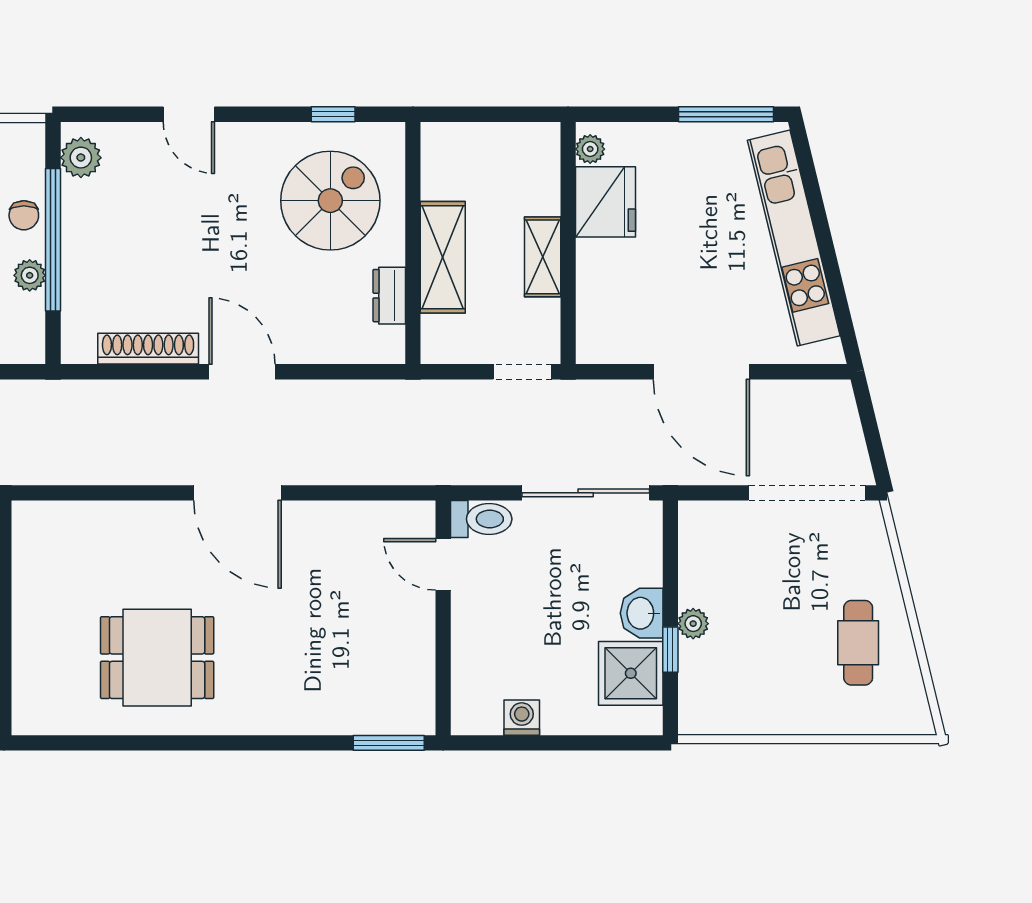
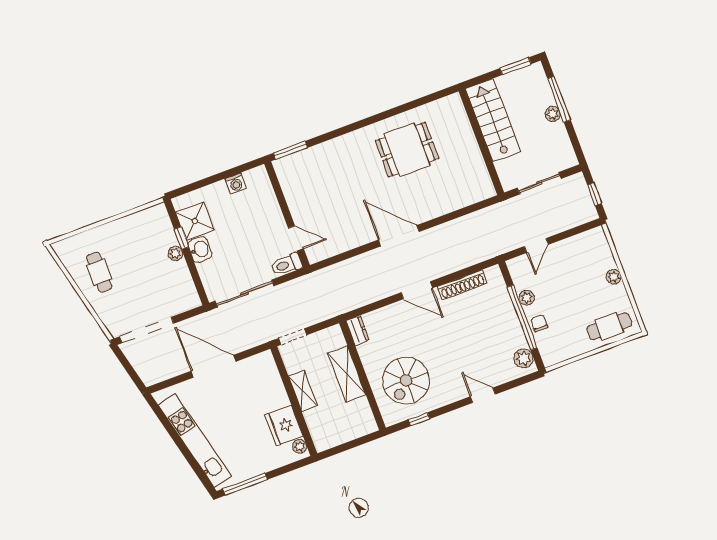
dresser: (389, 296) -> (358, 331), moved

